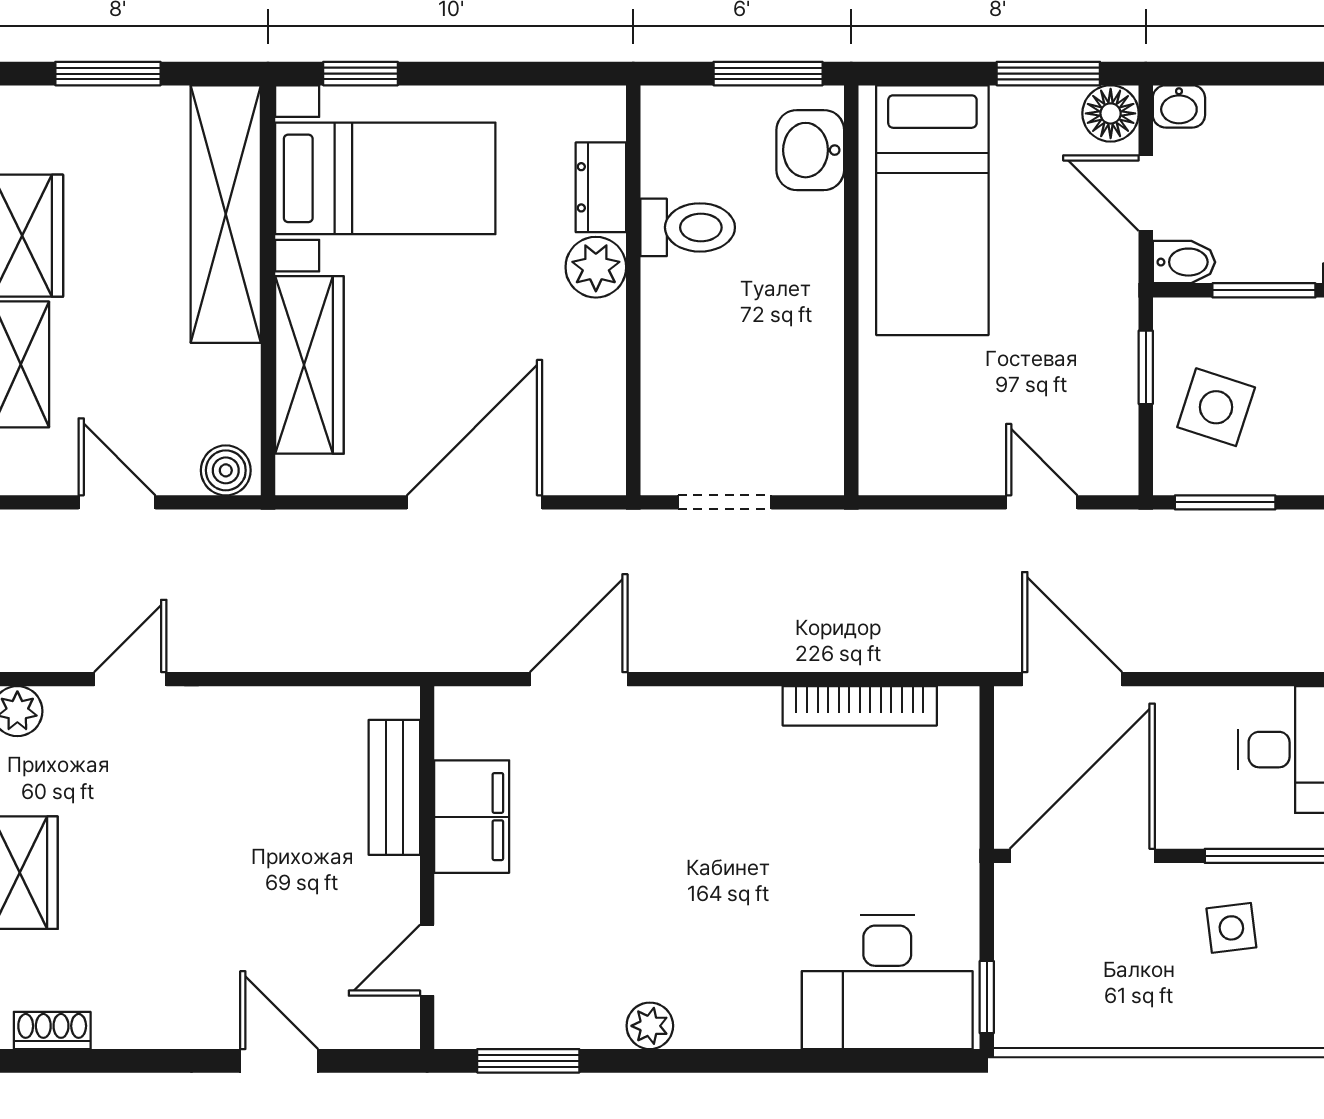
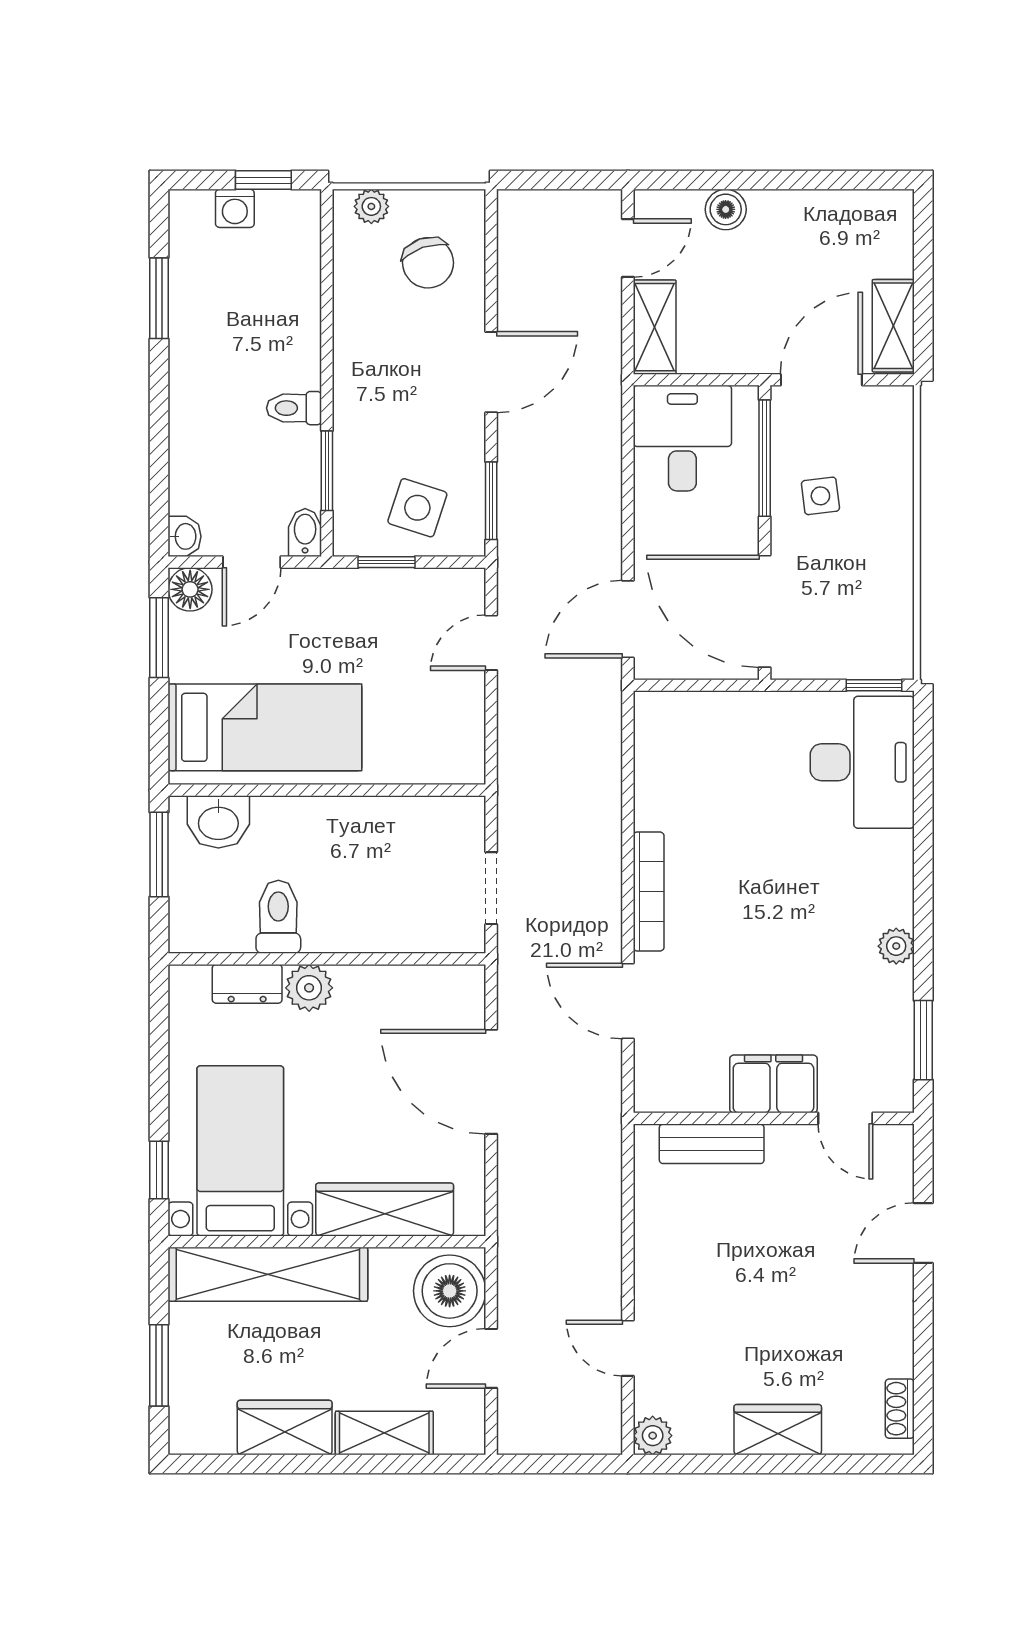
boiler: (226, 470) -> (450, 1291), width x1.86, depth x1.86
bookcase: (860, 706) -> (649, 892), moved
filing cabinet: (472, 817) -> (773, 1084), moved

